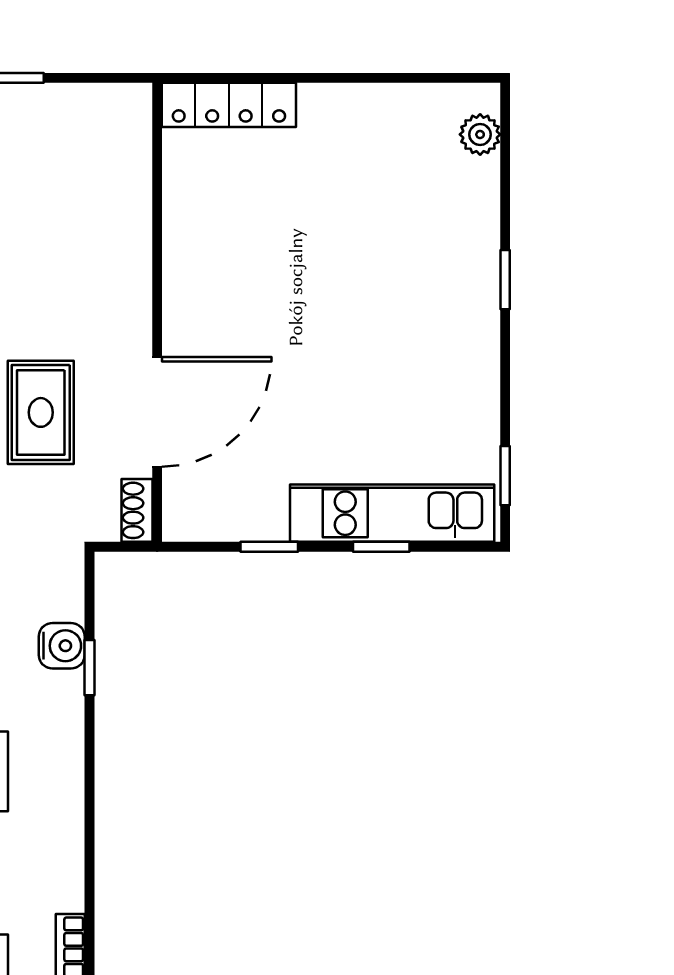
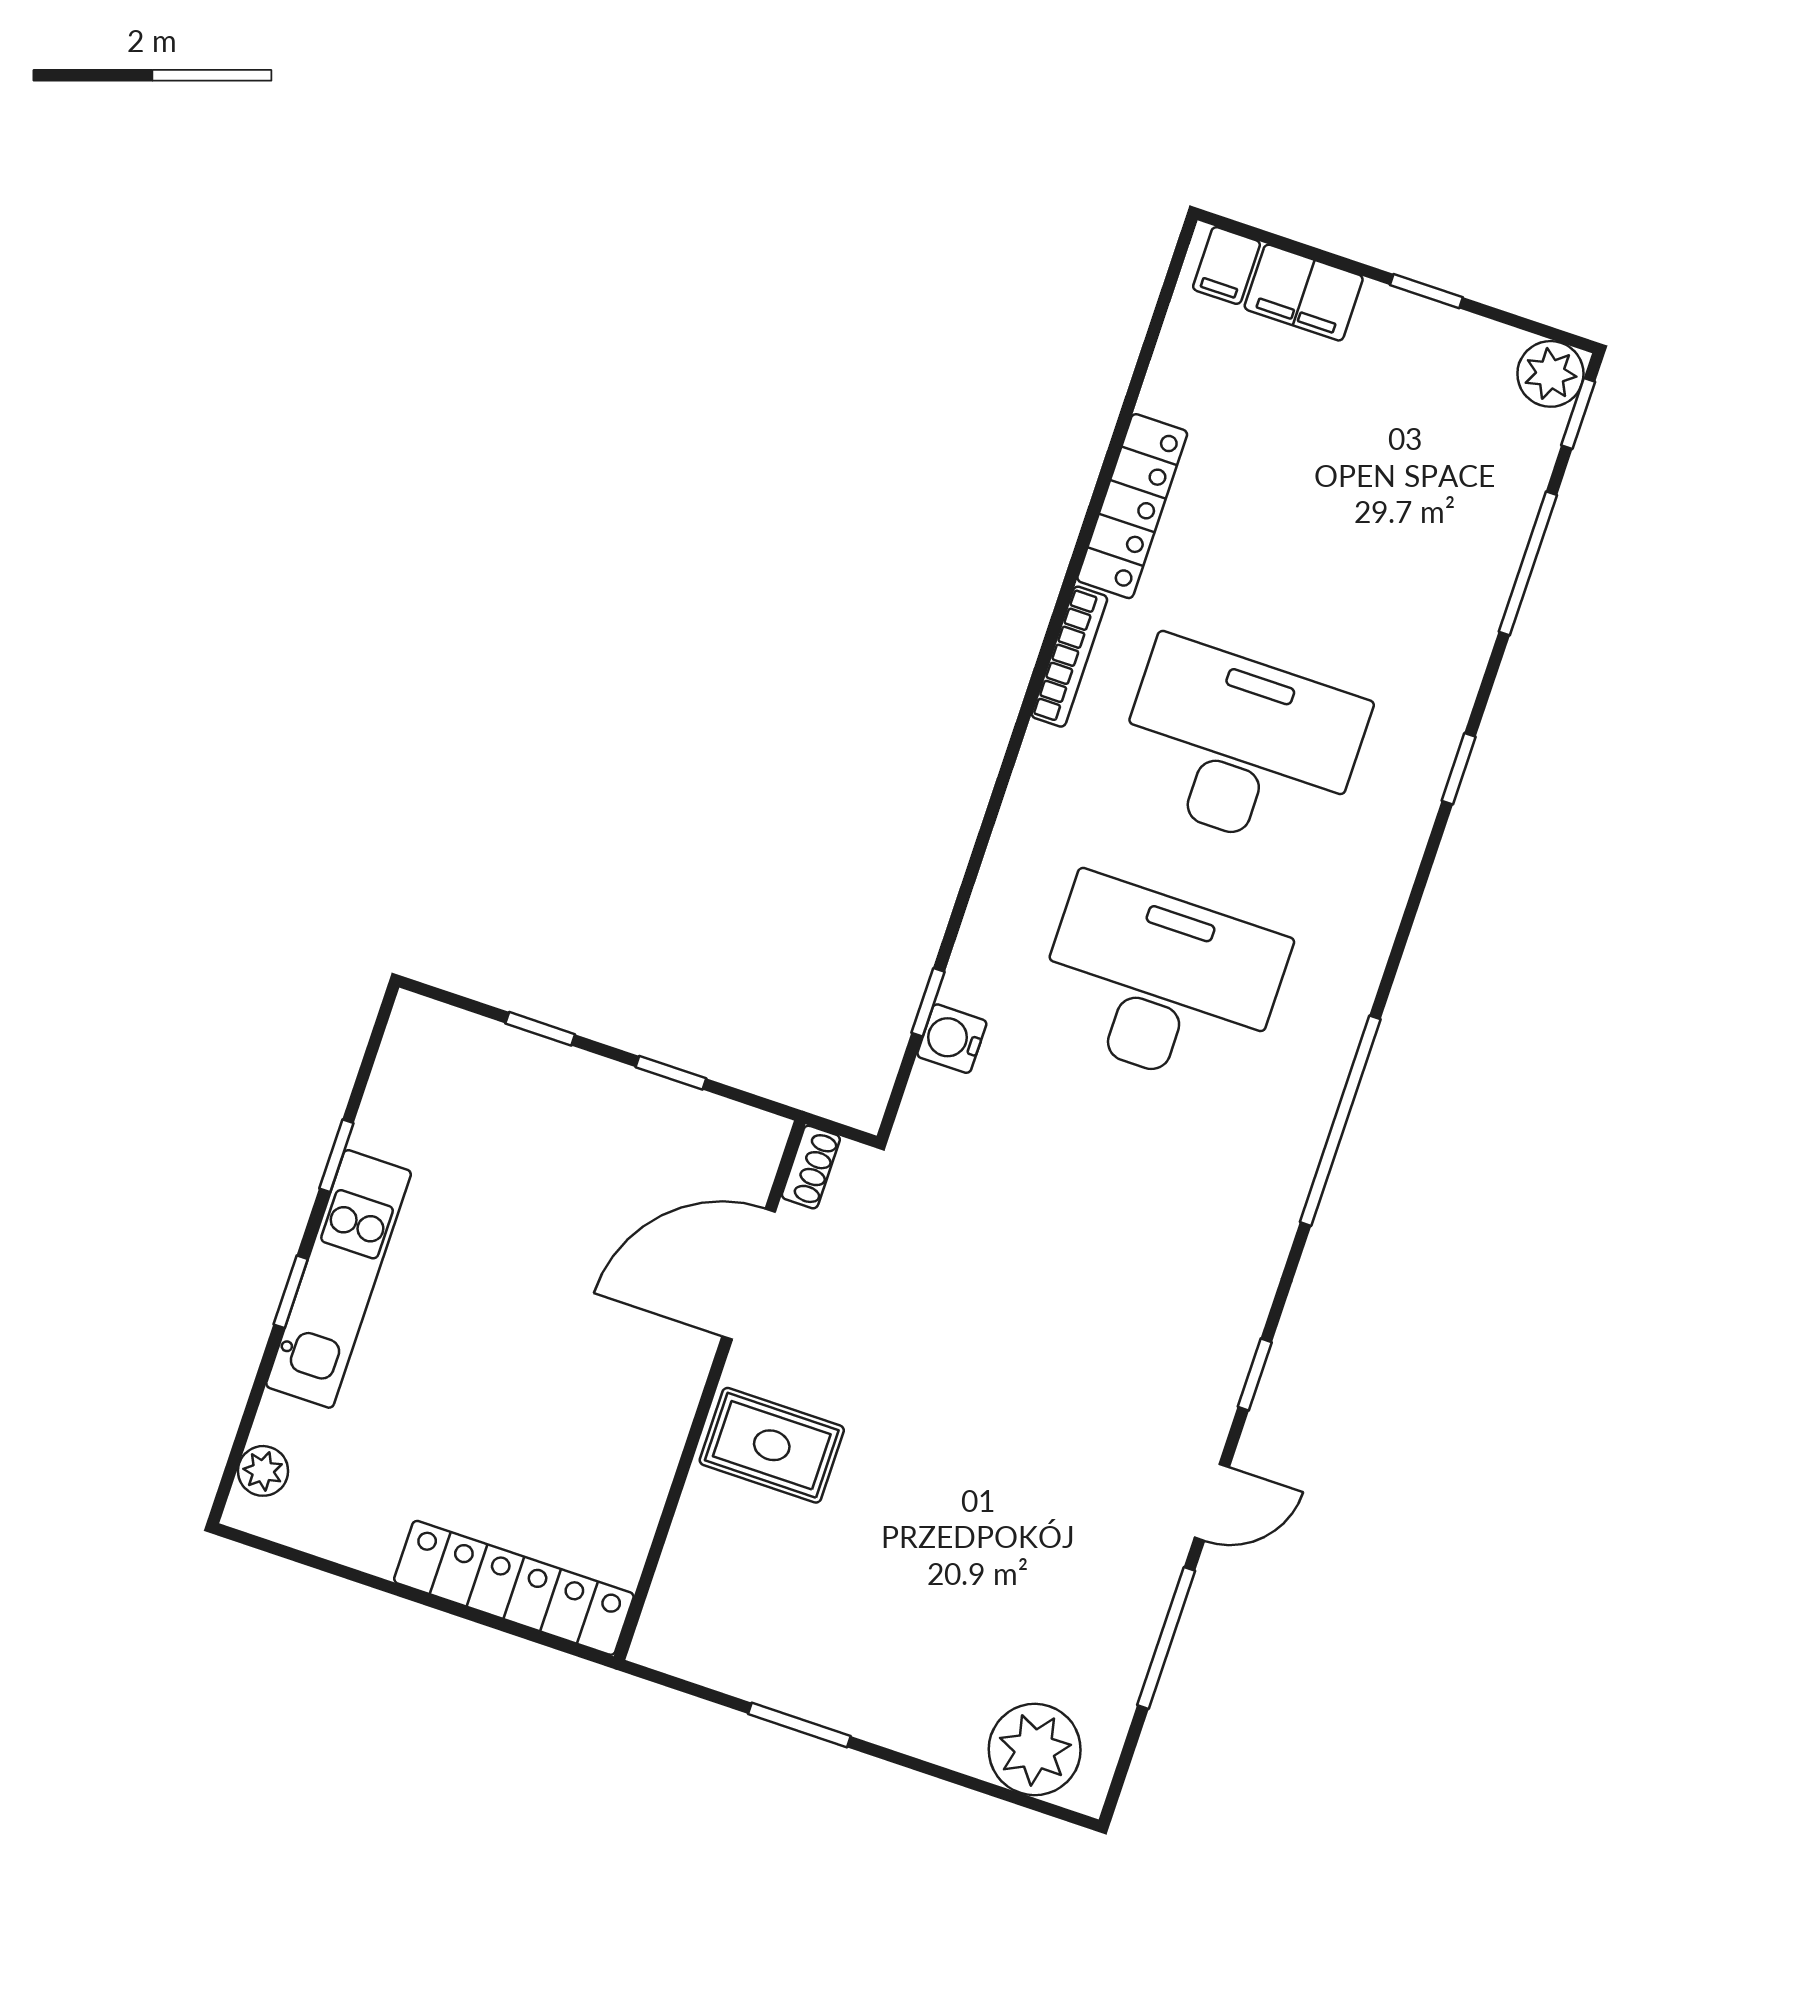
locker: (229, 105) -> (514, 1588), width x1.41, depth x1.21
rug: (41, 412) -> (772, 1445), moved, turned 90
window: (505, 476) -> (336, 1156), moved
kitchen unit: (392, 513) -> (339, 1279), moved, turned -90

